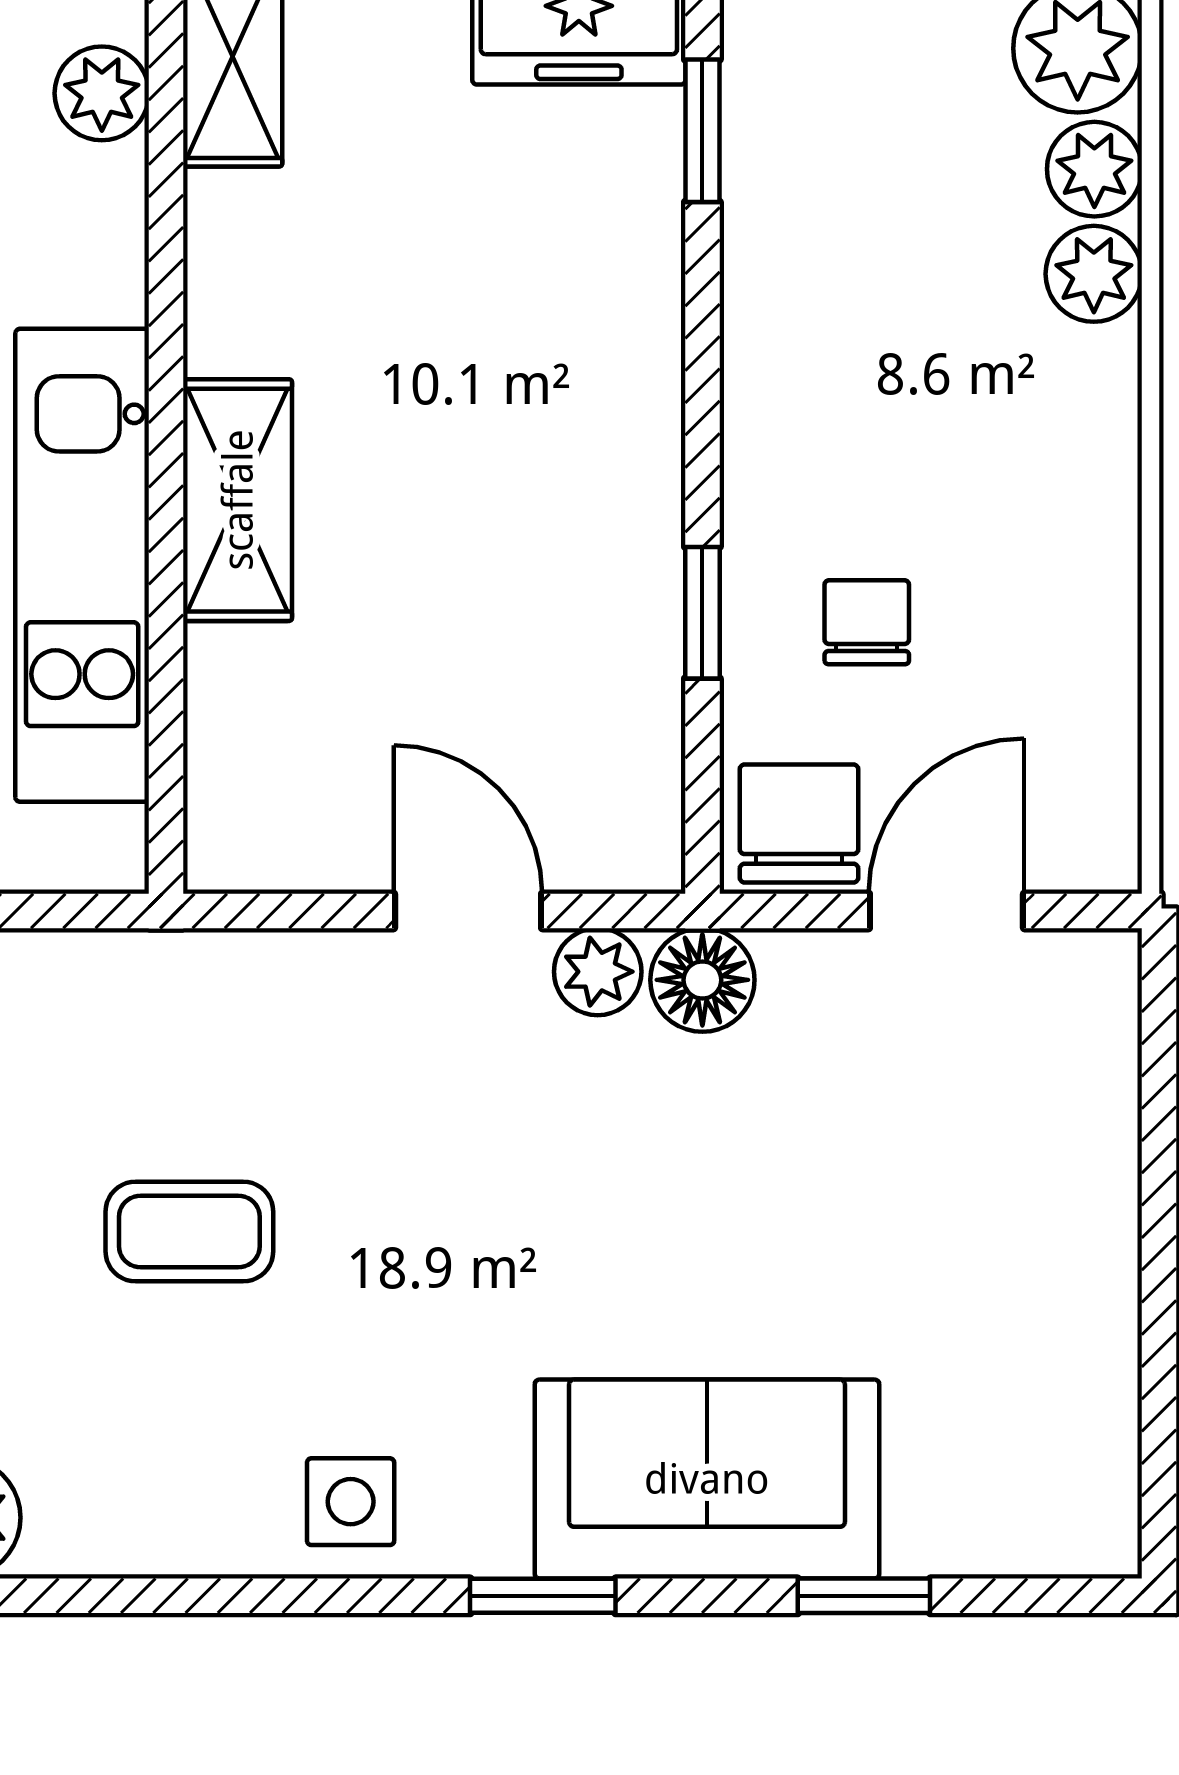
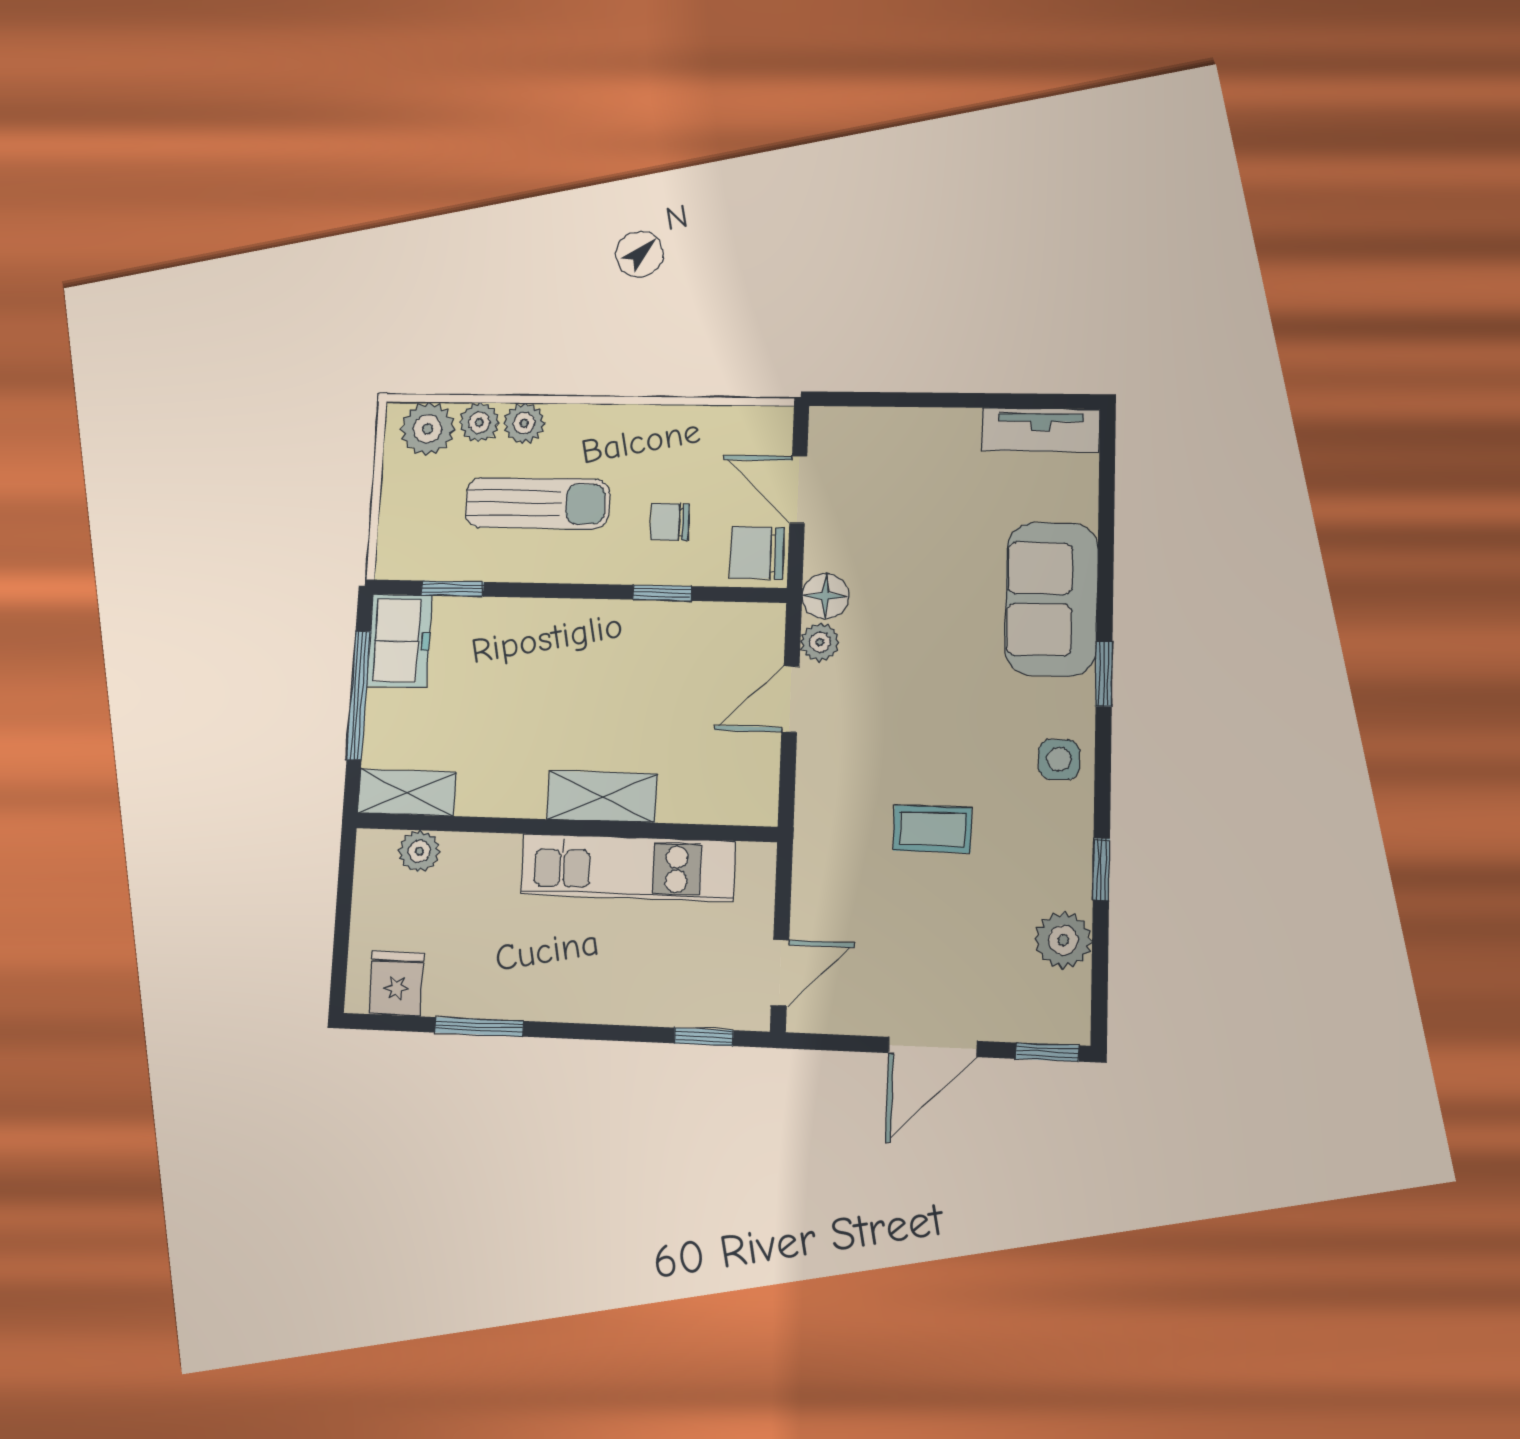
sun lounger: (905, 316) -> (537, 503), added
coffee table: (189, 1231) -> (932, 829), turned 90
tv unit: (1092, 1448) -> (1041, 430), added
window: (864, 1596) -> (1101, 869), moved

